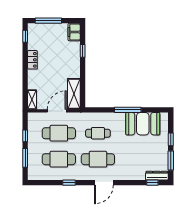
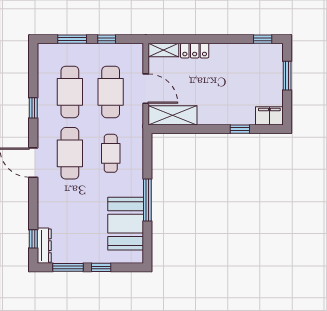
window: (48, 21) -> (287, 76), width x0.69
locker: (32, 60) -> (195, 51), moved

